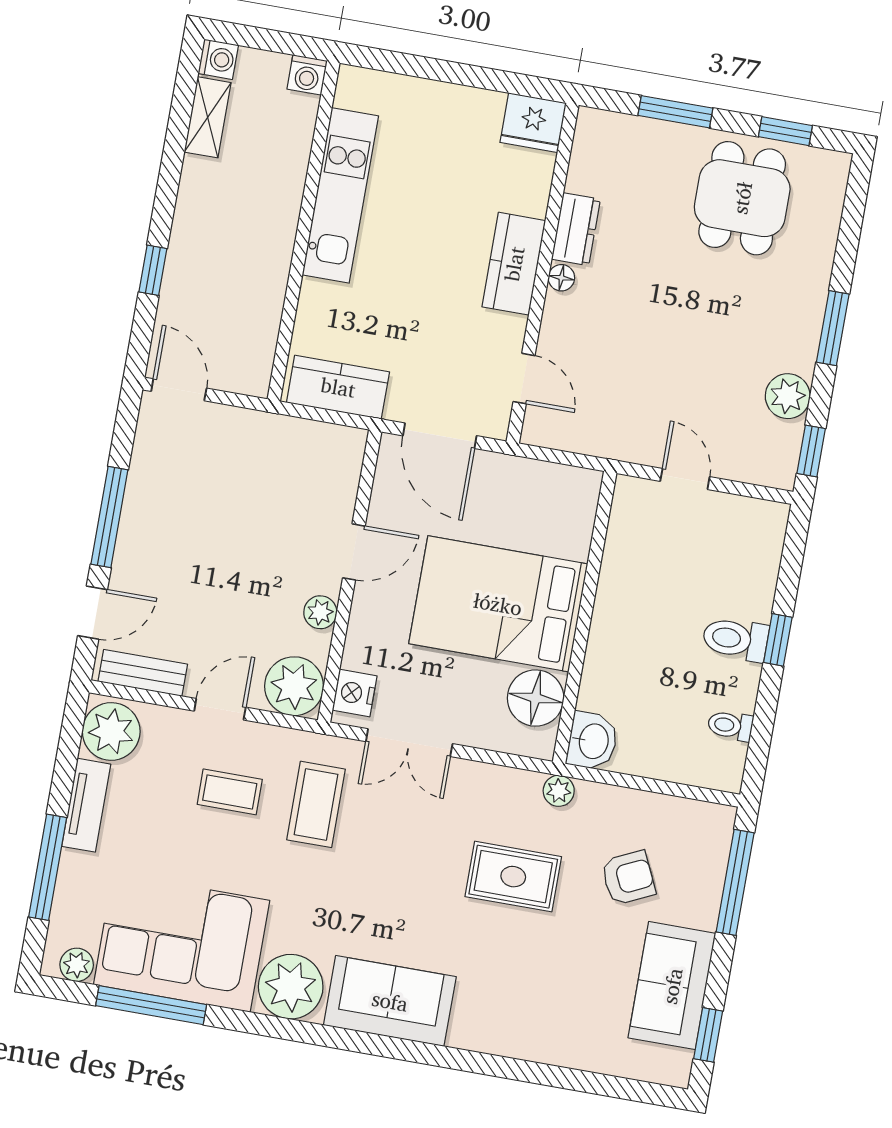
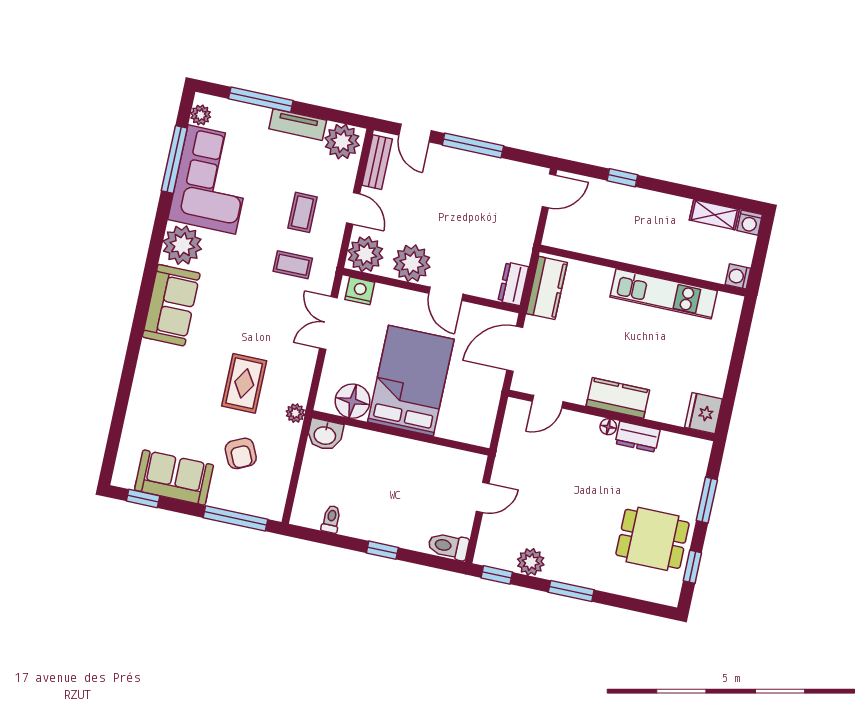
dresser: (333, 442) -> (513, 284), added
plant: (320, 612) -> (412, 263), width x1.87, depth x1.87
toilet: (735, 639) -> (448, 546), moved, turned -90
coffee table: (316, 804) -> (293, 265), width x0.73, depth x0.77

